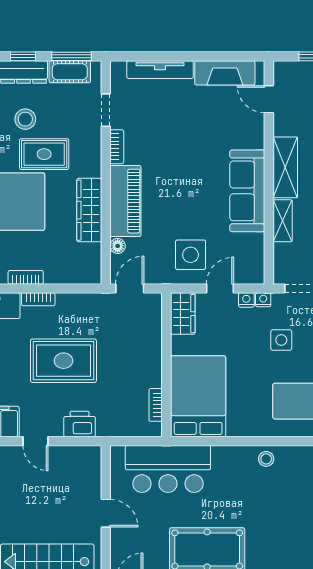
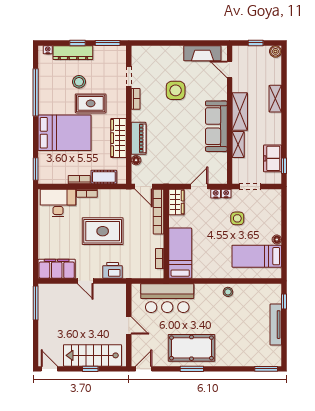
tv unit: (160, 70) -> (162, 51), removed
cot: (70, 72) -> (104, 177), moved
piano: (125, 201) -> (139, 138), width x0.73, depth x0.75
side table: (191, 255) -> (176, 90), moved
door: (130, 289) -> (144, 187), swing flipped
bookcase: (154, 329) -> (159, 212), added
bed: (198, 396) -> (180, 253), width x0.67

